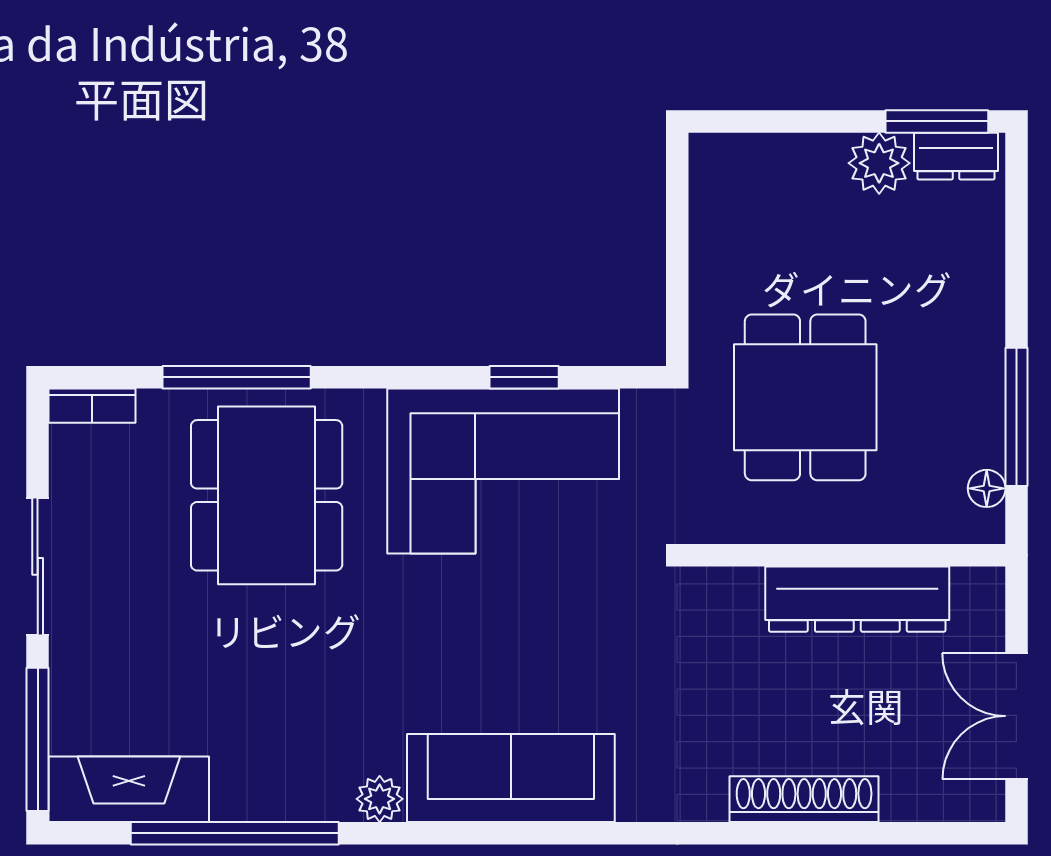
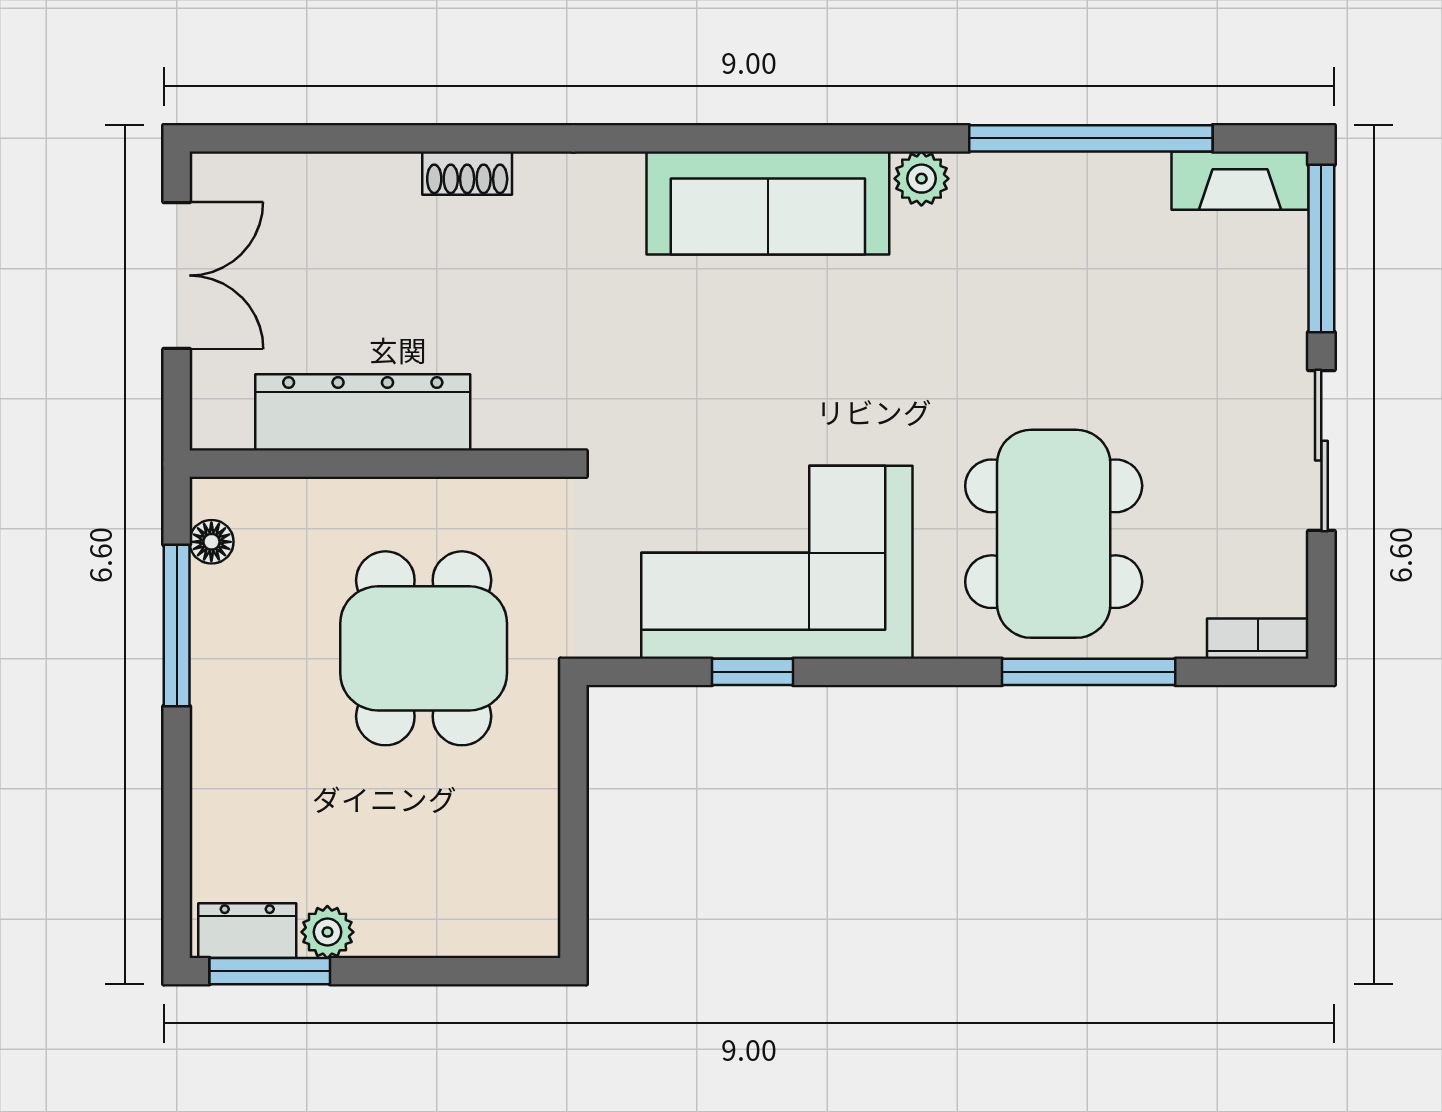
plant: (879, 163) -> (327, 932), width x0.73, depth x0.73
fireplace: (129, 789) -> (1240, 181), width x0.73, depth x0.76
shoe rack: (804, 799) -> (467, 173), width x0.51, depth x0.81

